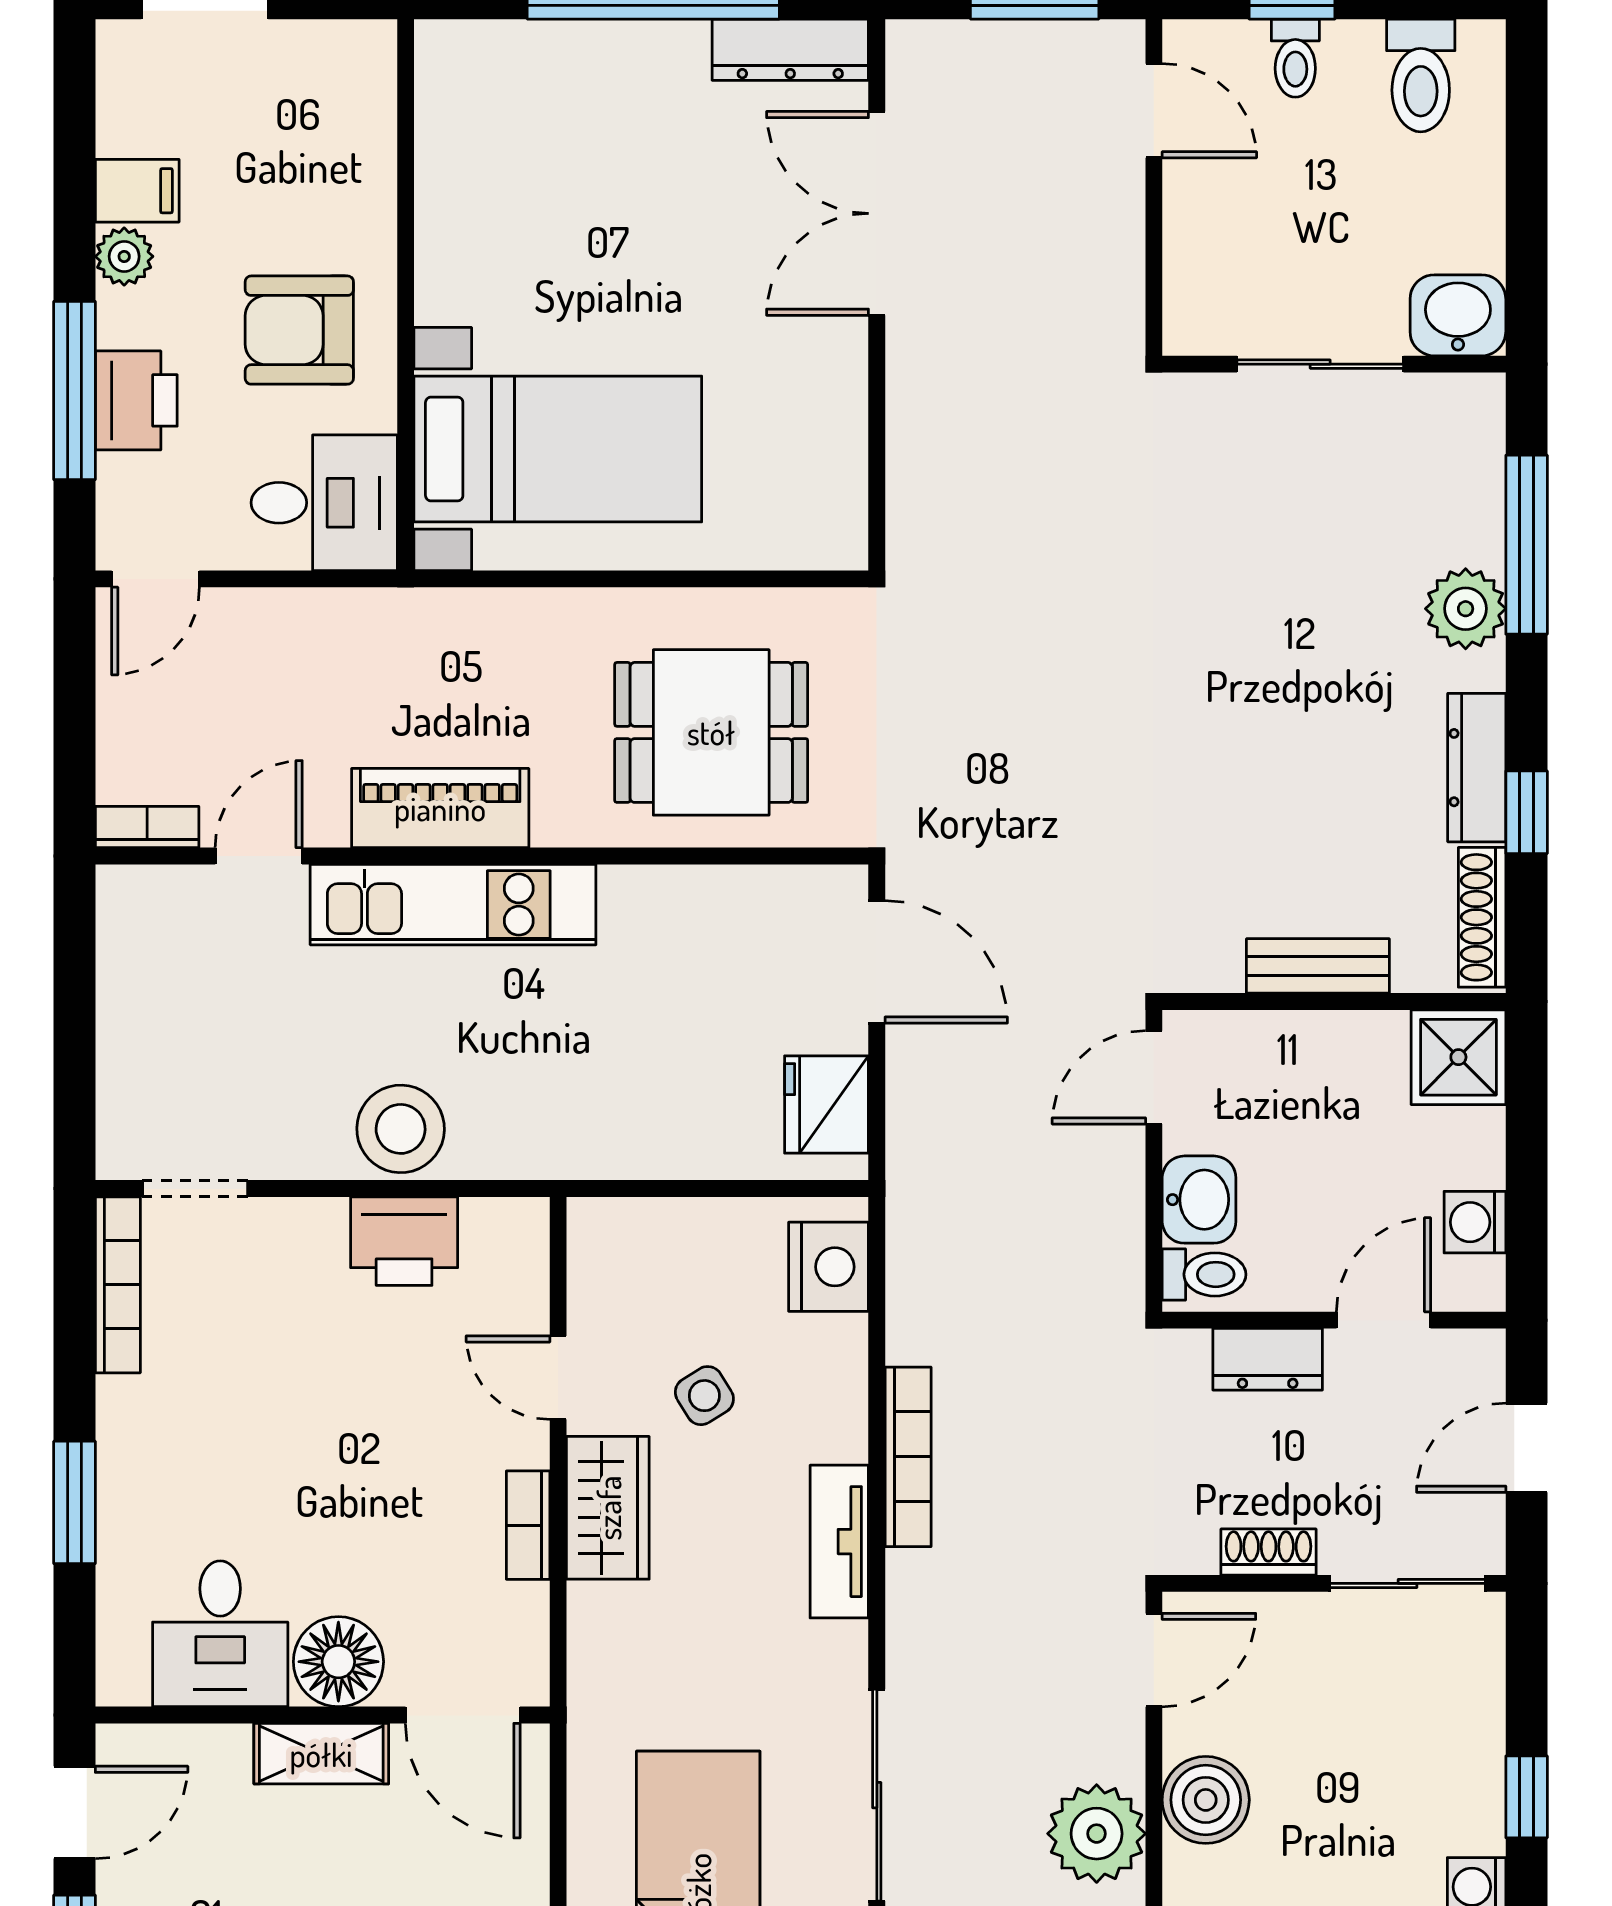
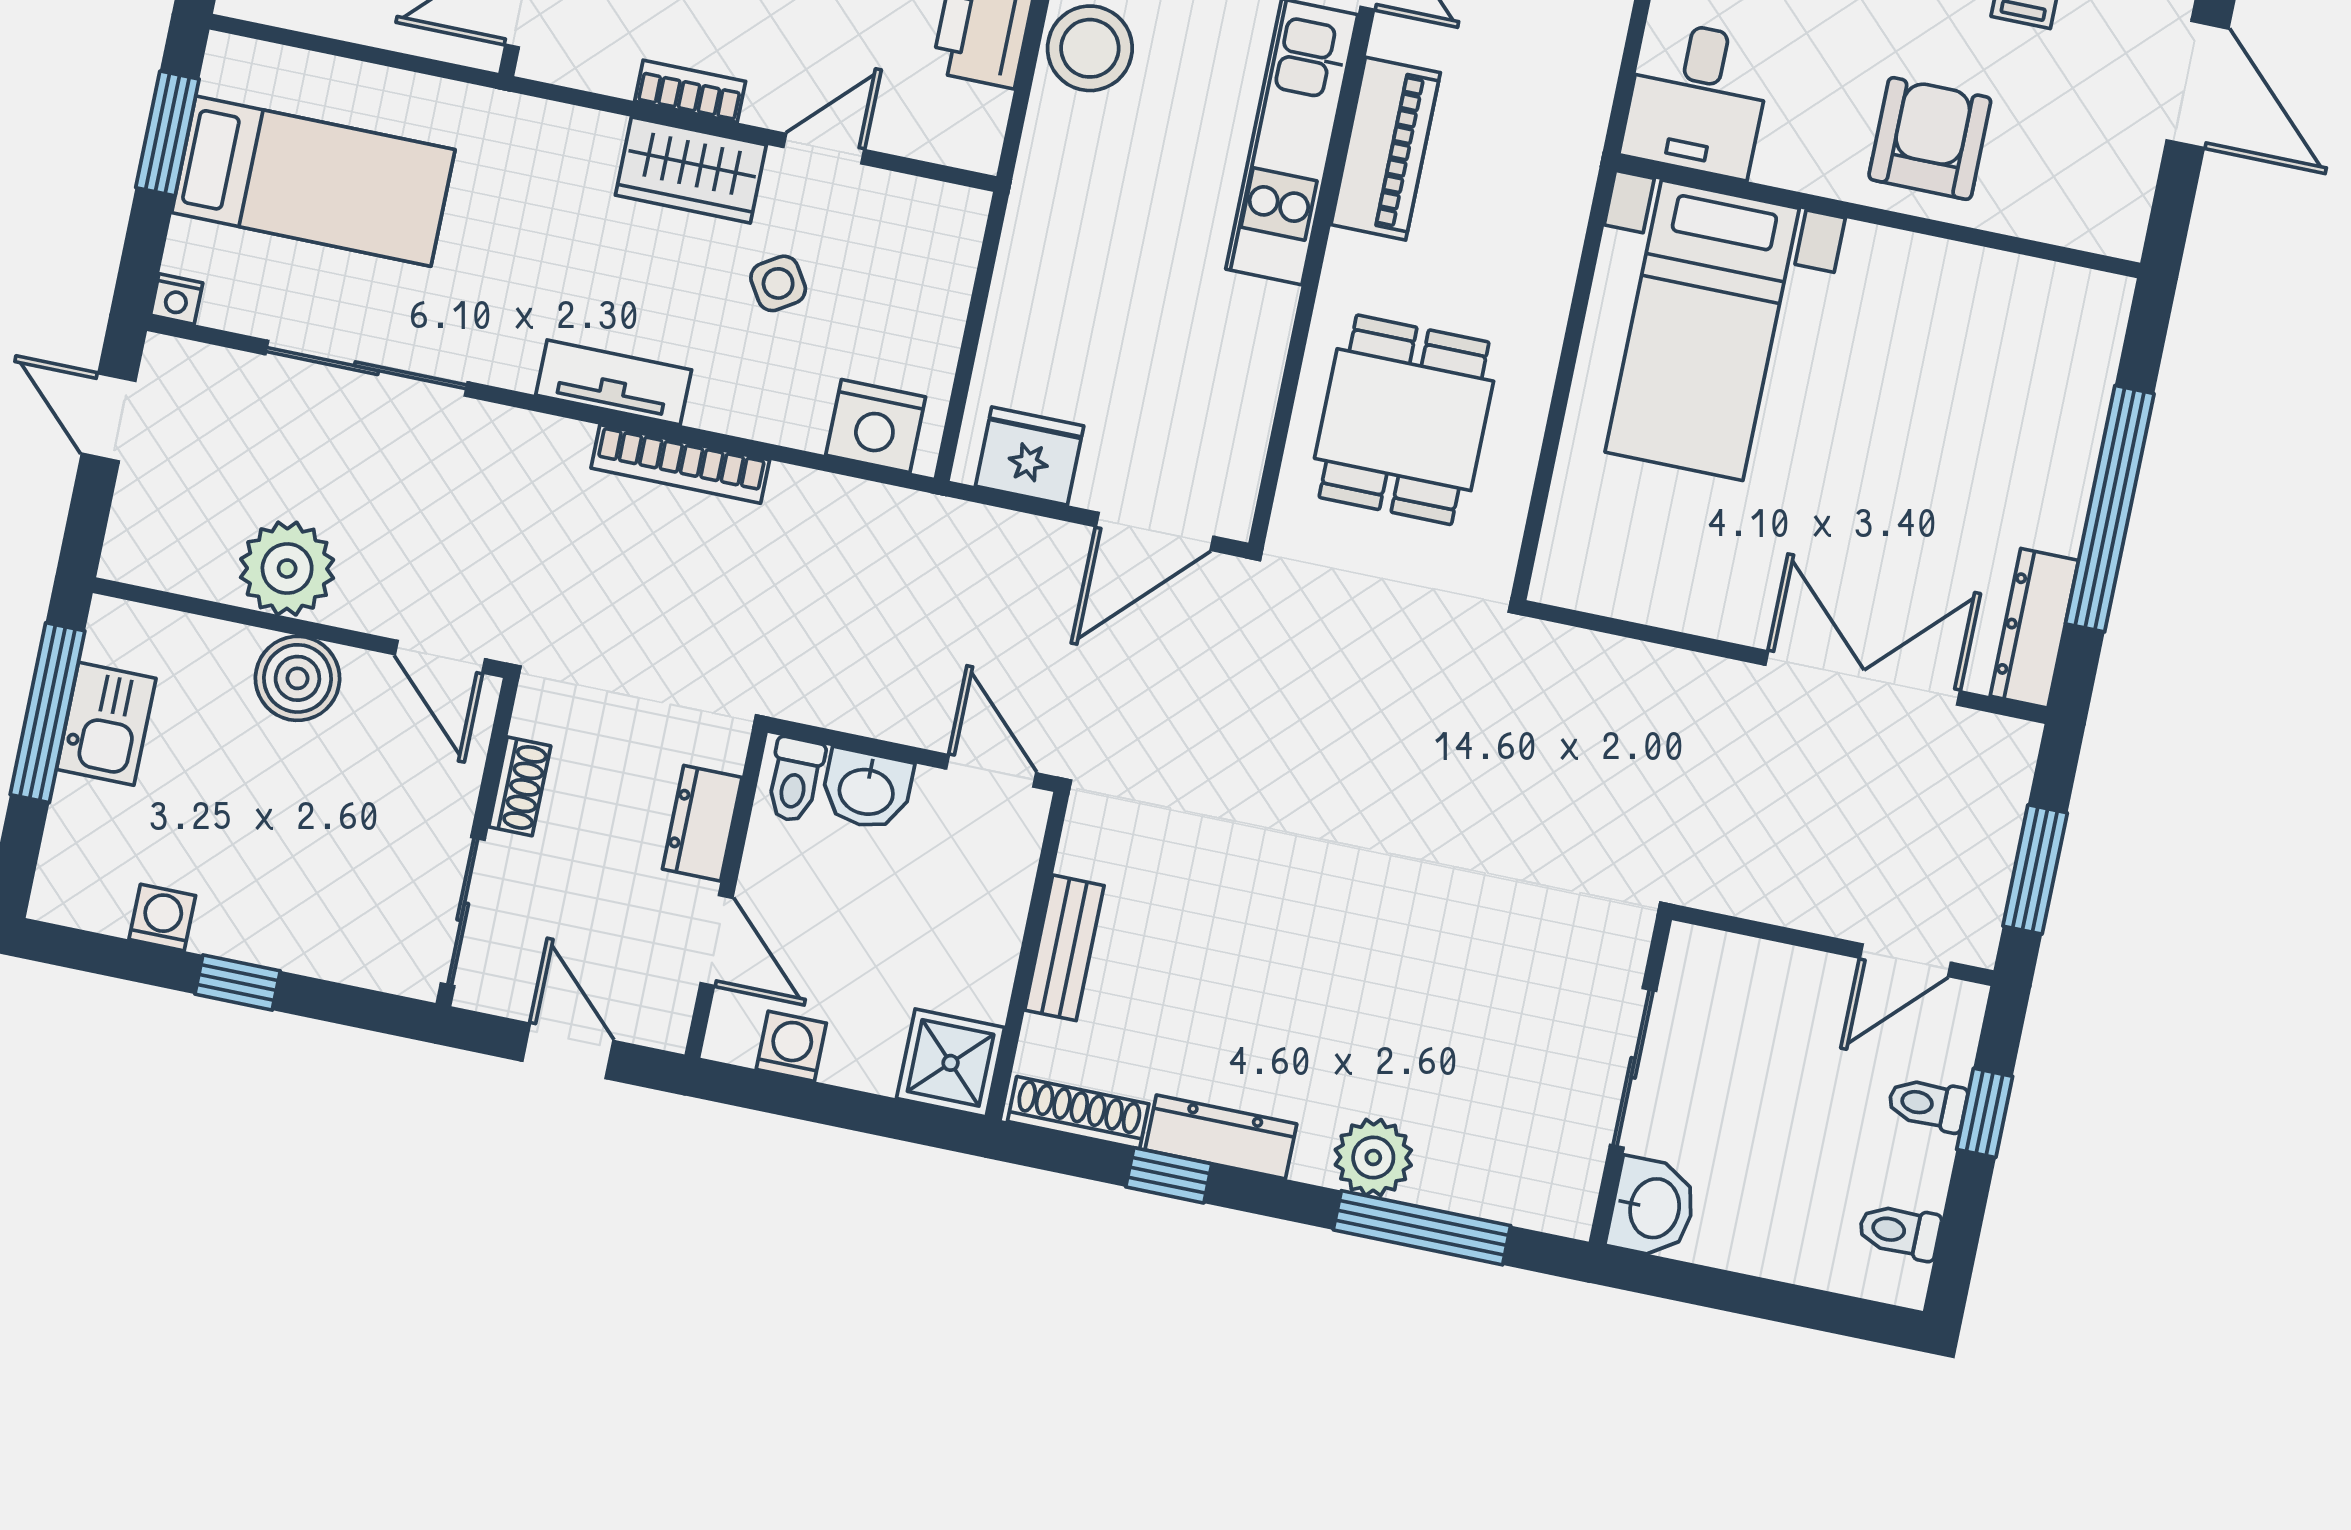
toilet: (1421, 75) -> (1899, 1231), width x0.73, depth x0.72
armchair: (299, 330) -> (1930, 139), moved

